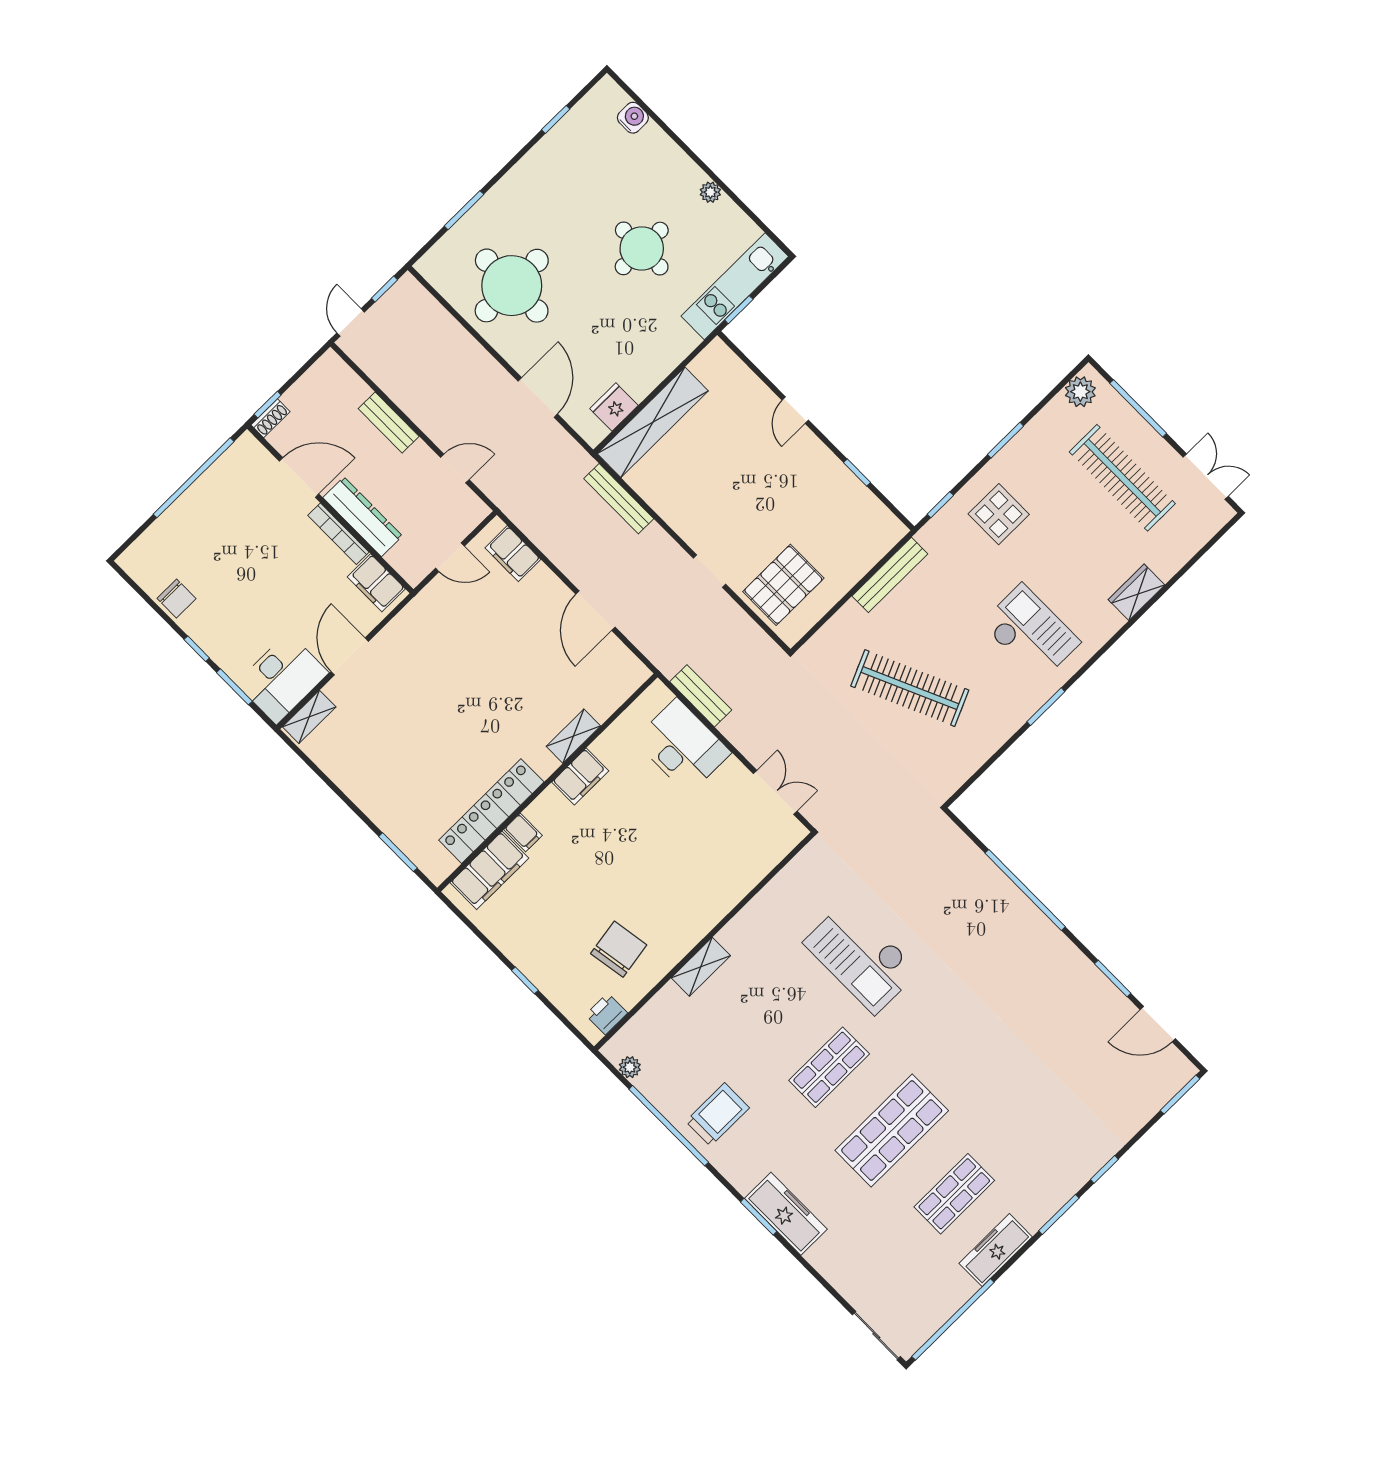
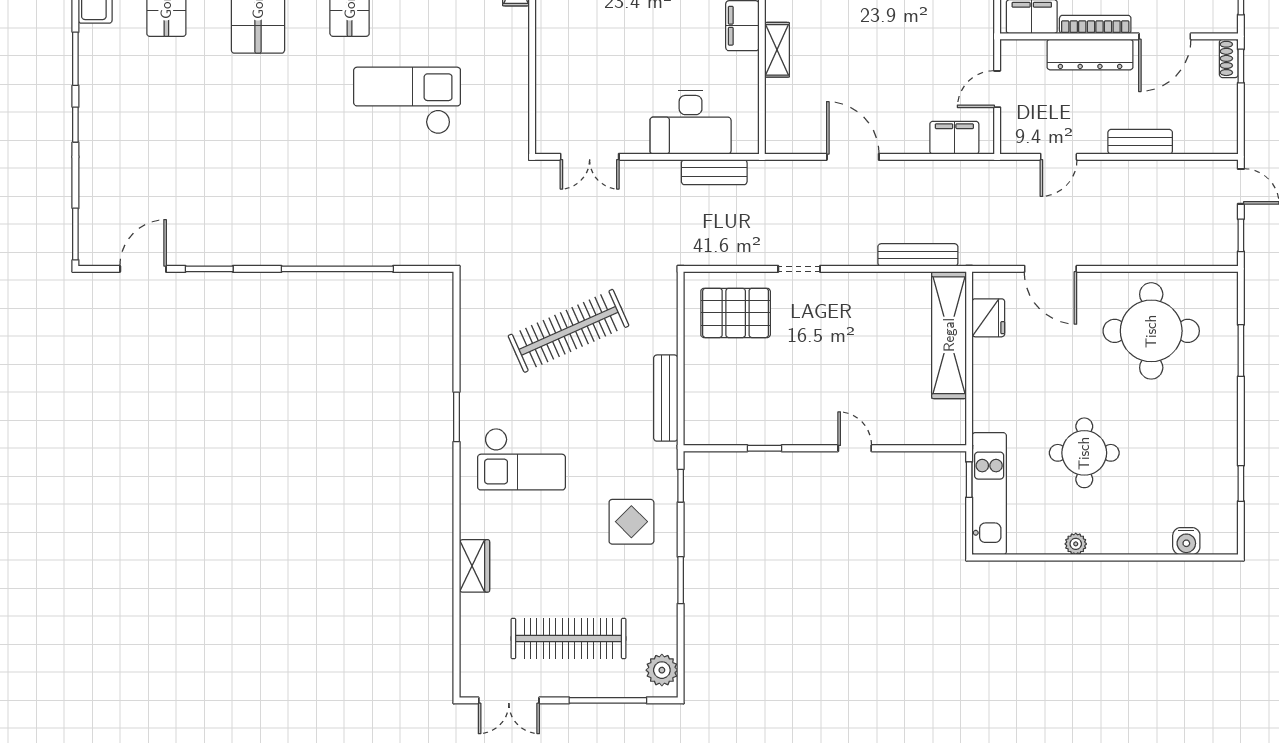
pallet: (783, 585) -> (736, 313), turned 90

